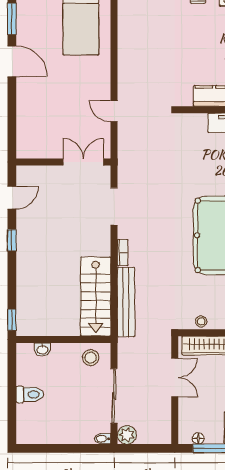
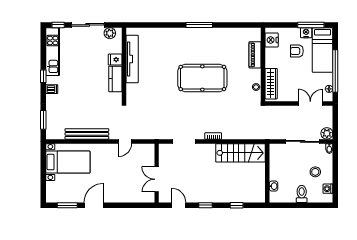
double door: (83, 162) -> (157, 179), moved
bench: (126, 302) -> (87, 134), moved
window: (12, 320) -> (237, 205), moved
stool: (91, 358) -> (315, 172), moved
double door: (175, 377) -> (310, 103), moved
washing machine: (38, 437) -> (328, 189), added

